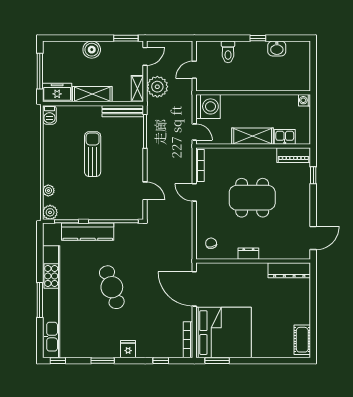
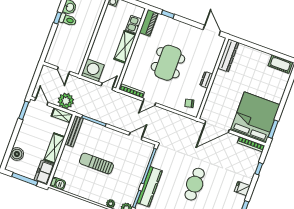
boiler: (92, 50) -> (17, 154), moved
toilet: (228, 52) -> (68, 20), moved
cafe table: (112, 287) -> (195, 184), turned -72

